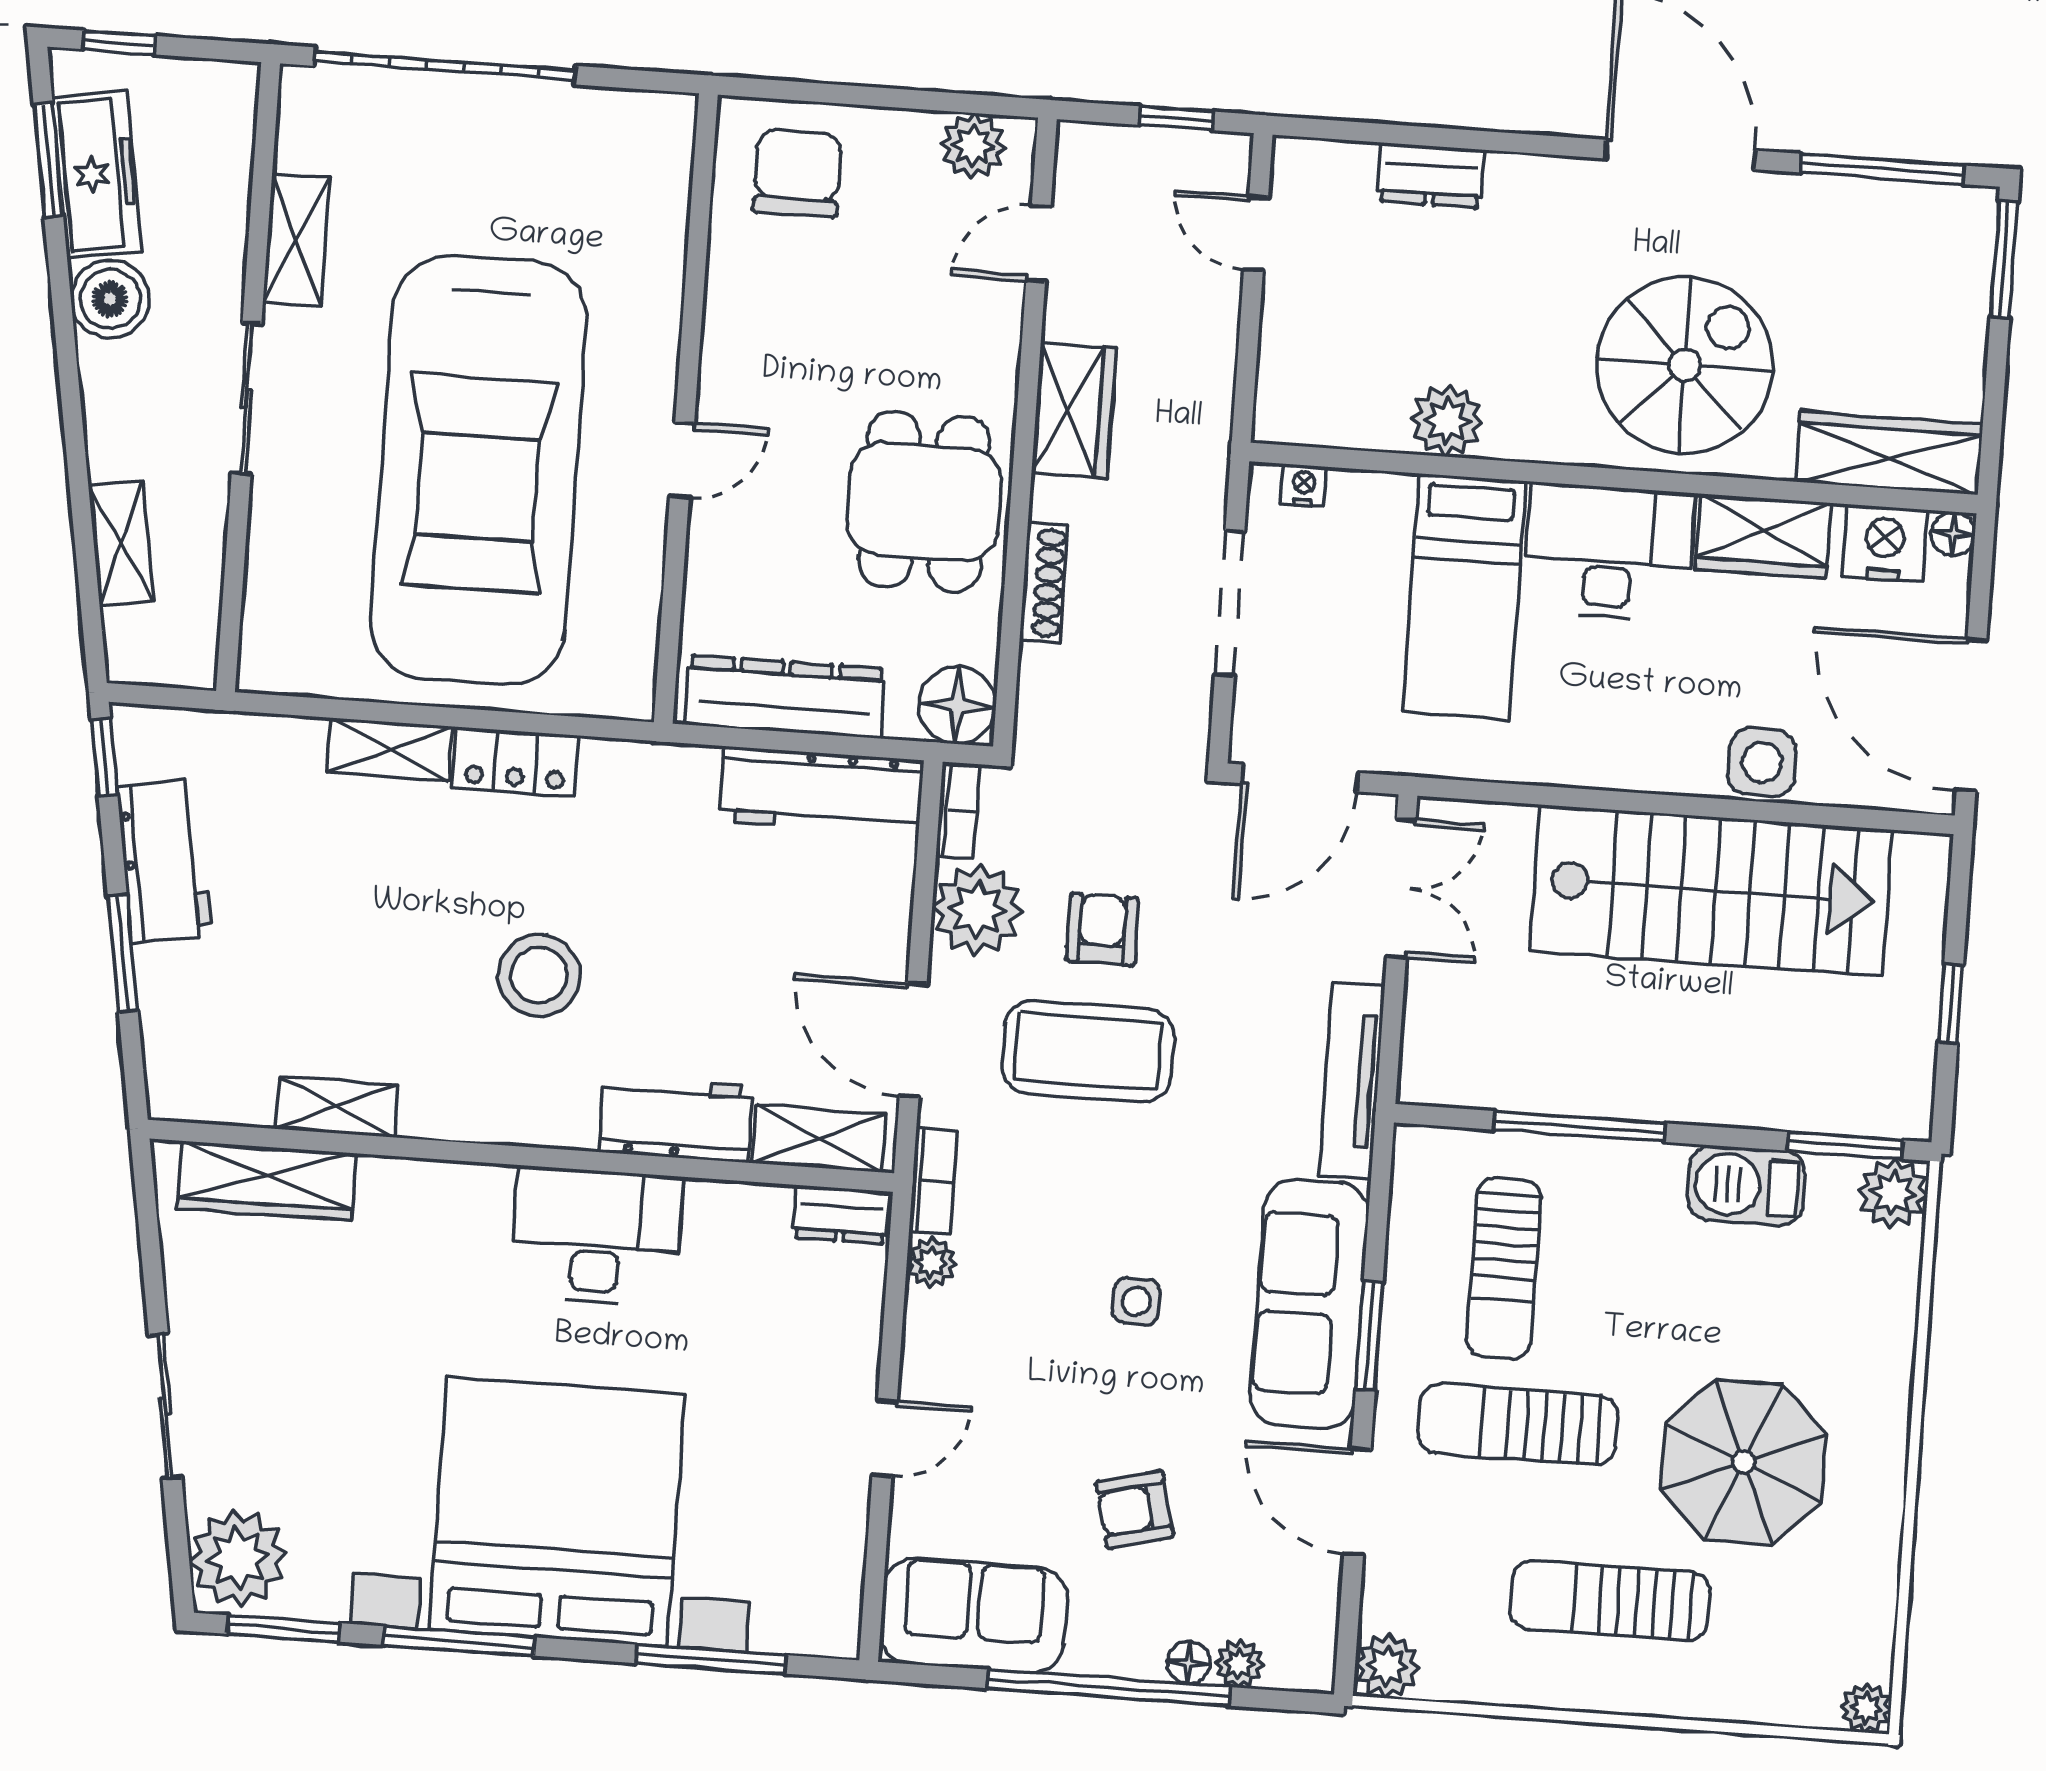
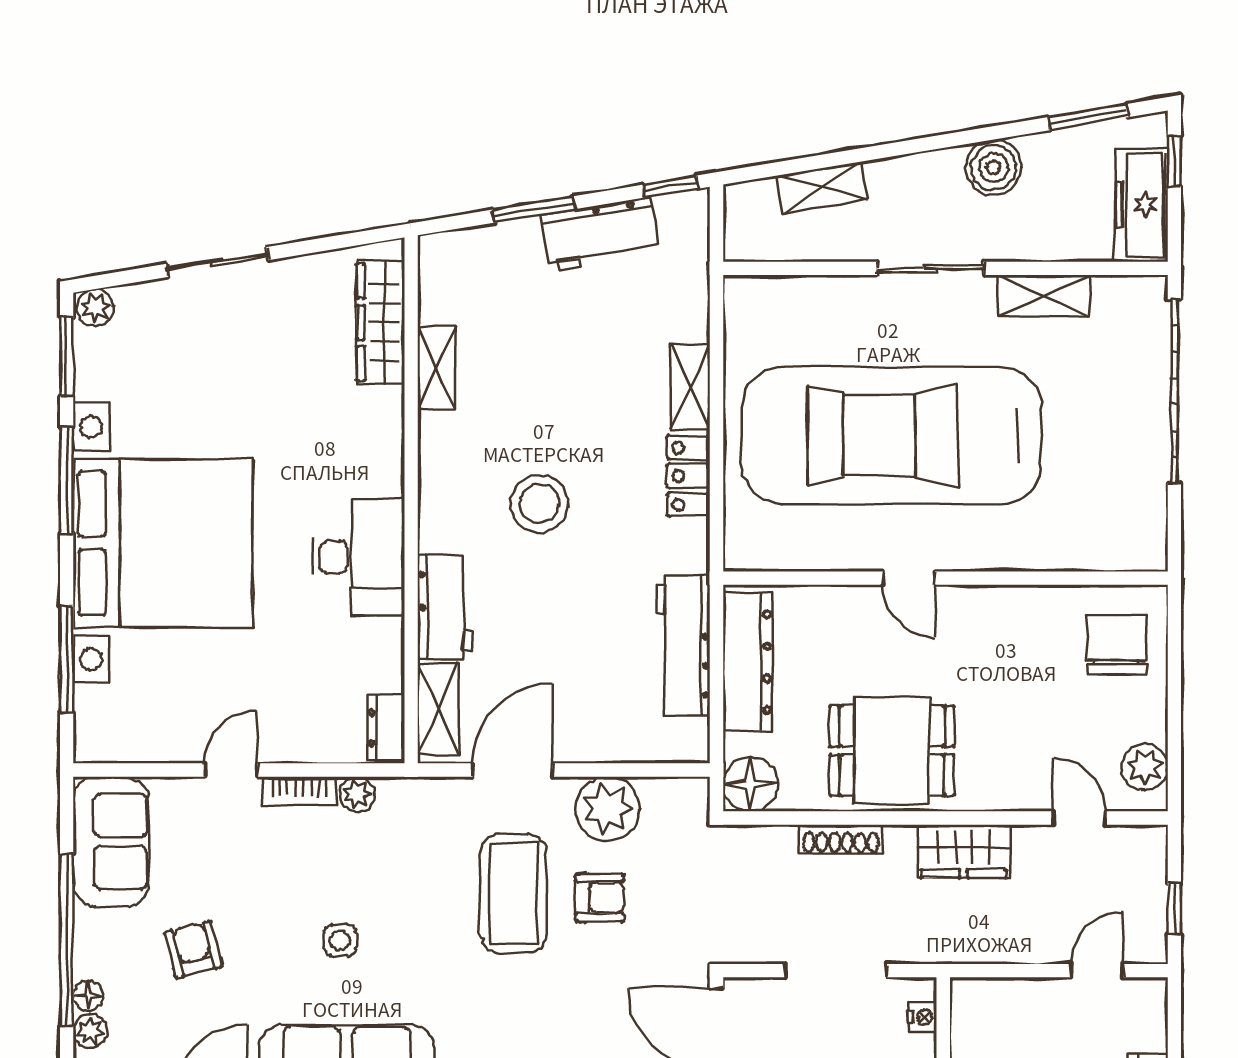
chair: (797, 173) -> (1117, 645), turned -90
freezer: (97, 174) -> (1141, 205), moved, turned 99
workbench: (821, 790) -> (683, 645), moved
bookcase: (958, 810) -> (677, 790), removed
bookcase: (933, 1181) -> (299, 791), moved
door: (885, 1438) -> (231, 770), swing flipped
plant: (238, 1558) -> (95, 308), width x0.53, depth x0.53

